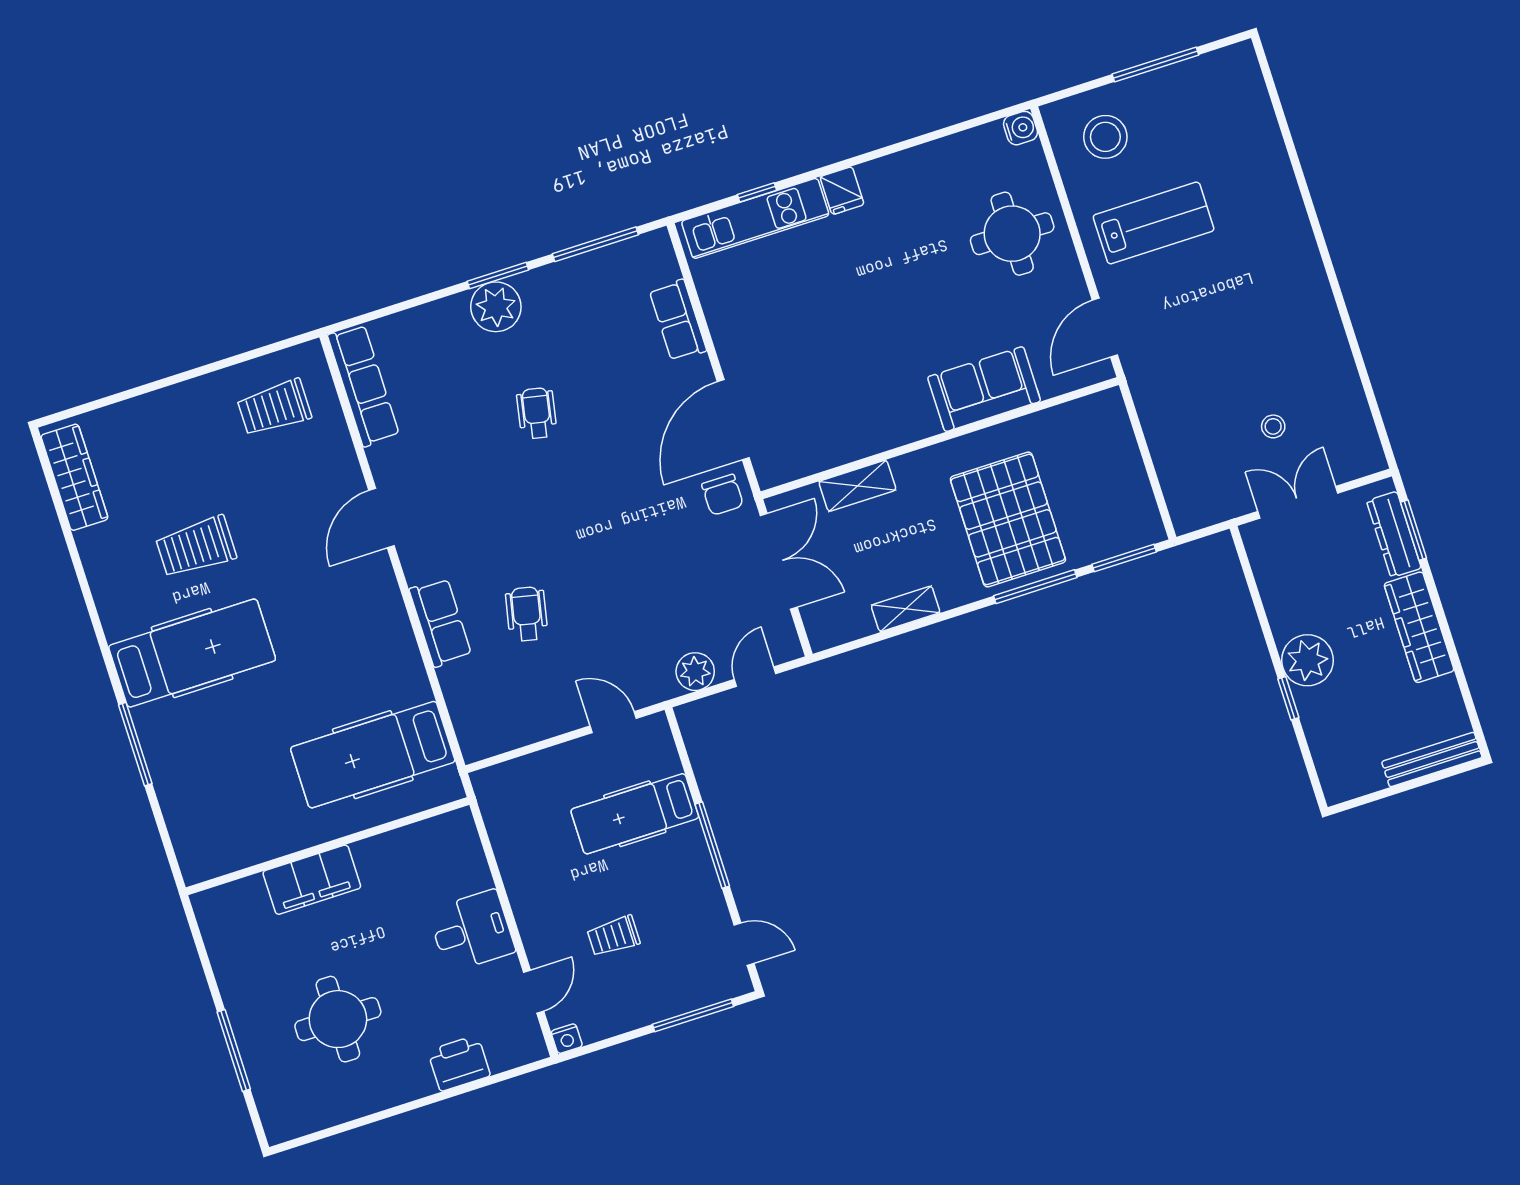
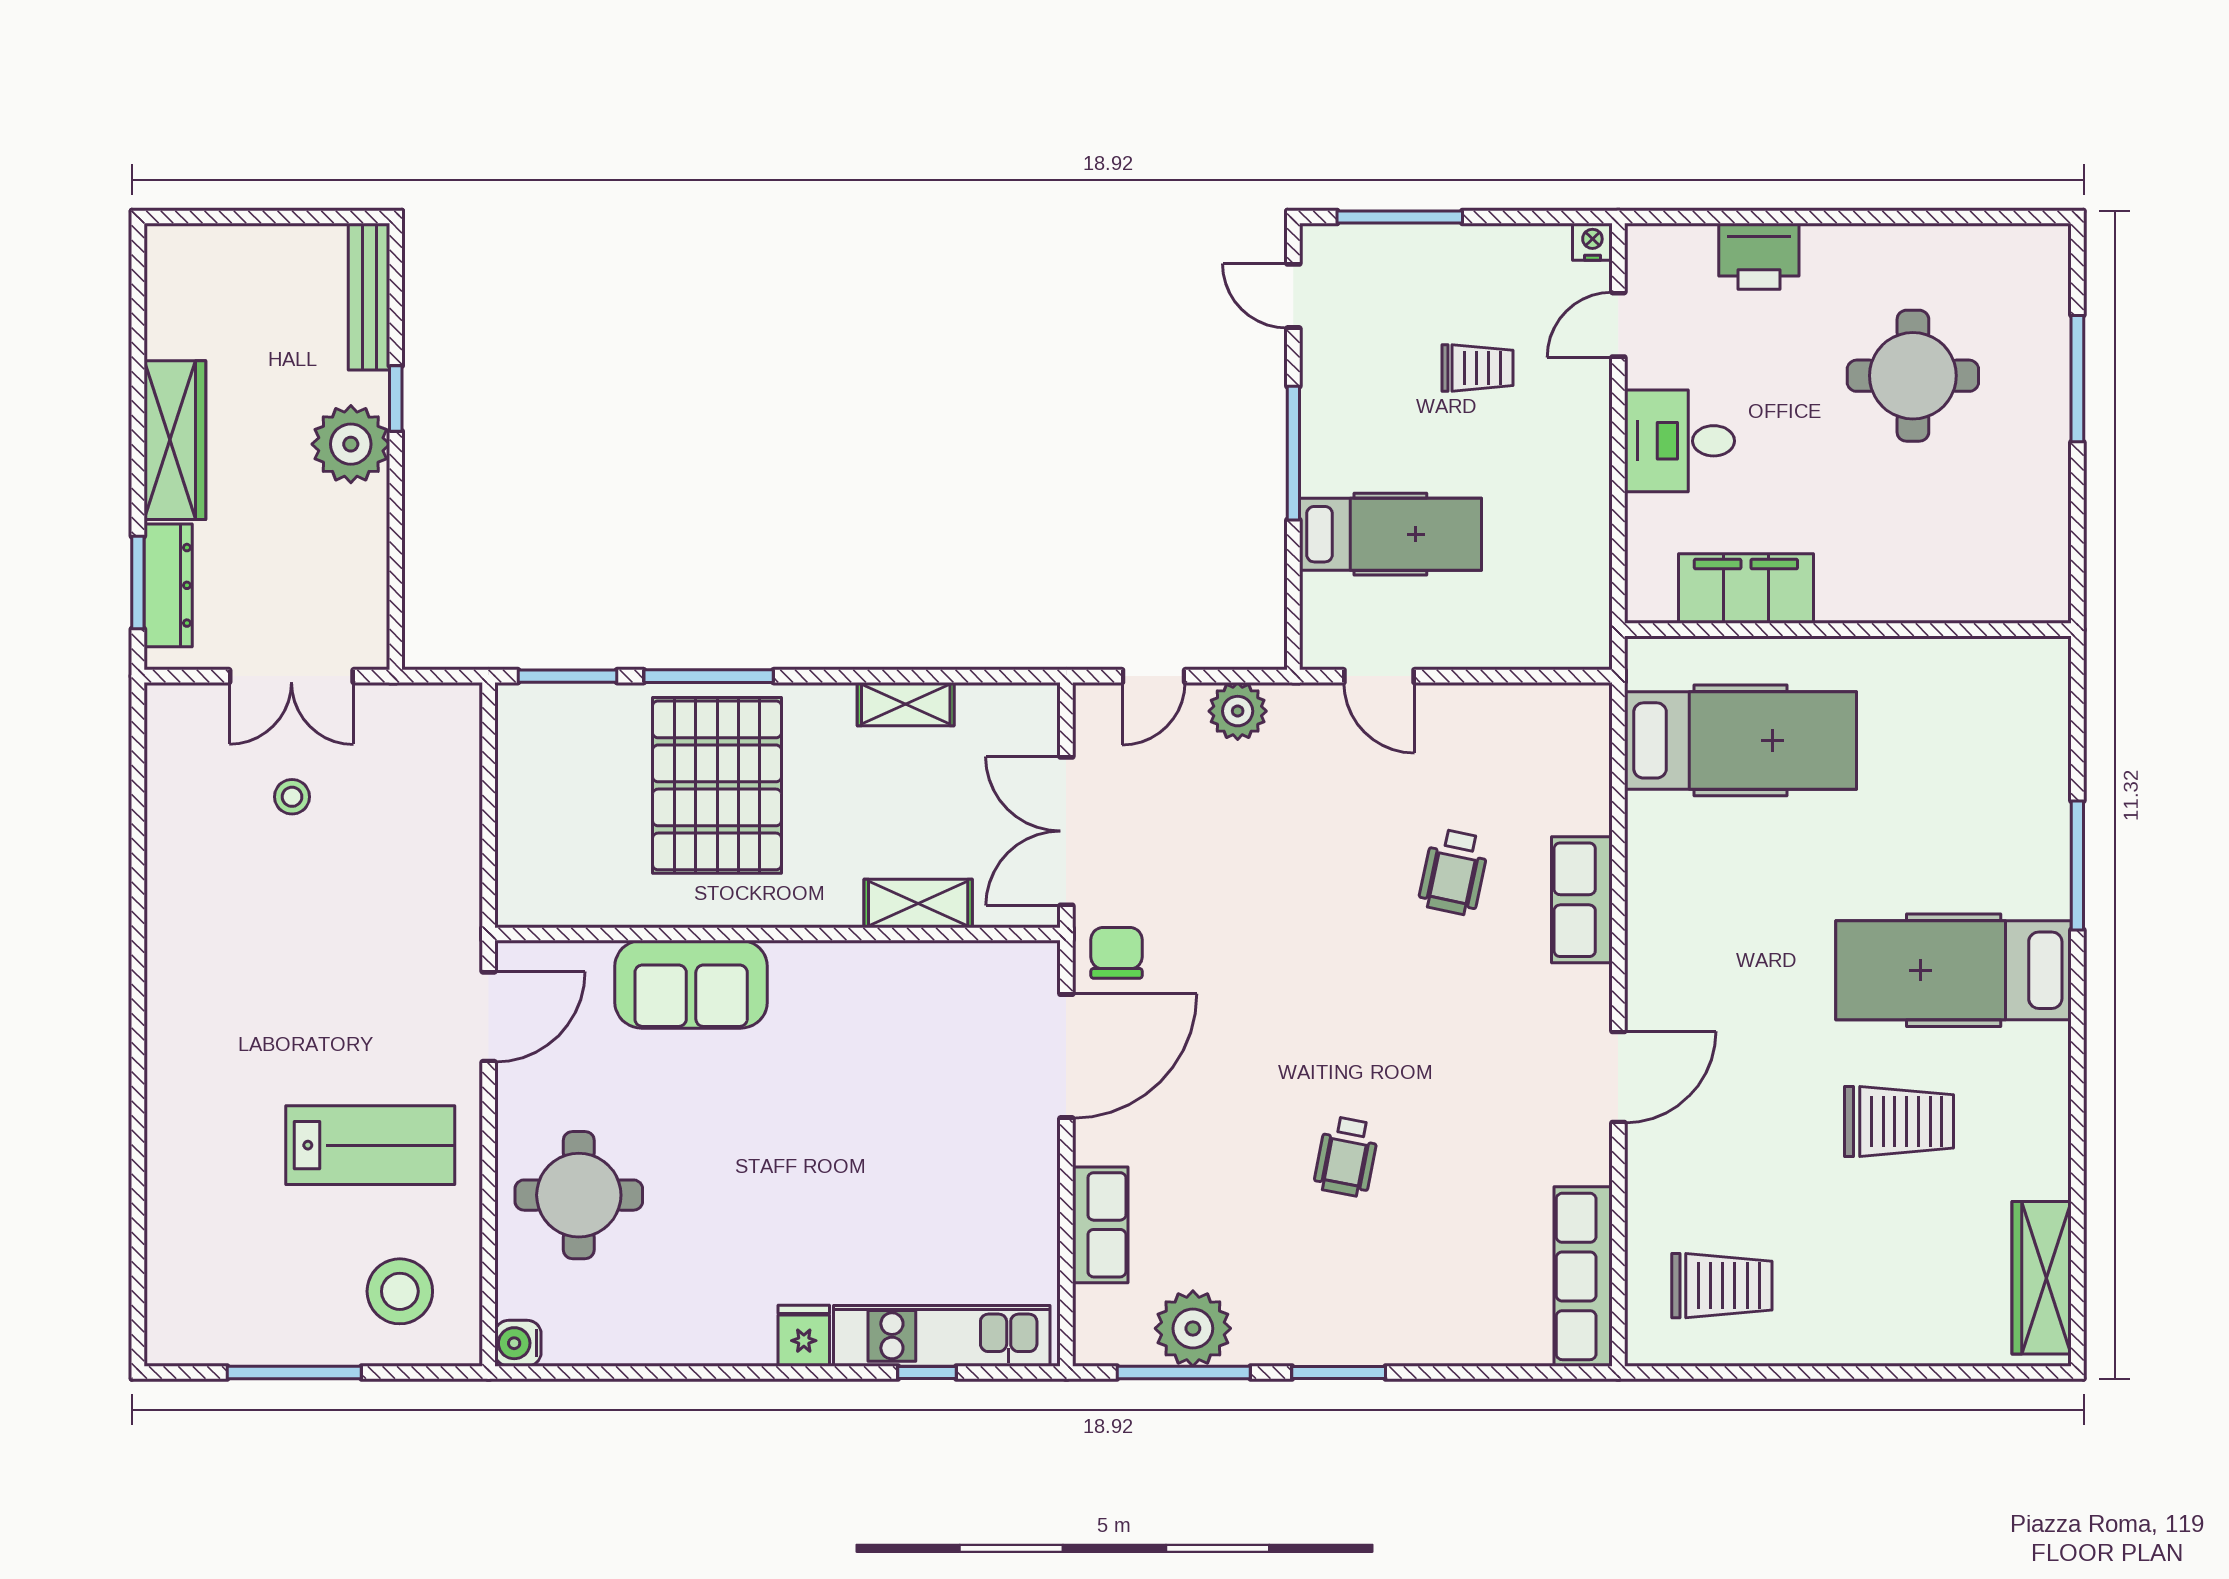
lab bench: (1154, 223) -> (370, 1145), turned 180
plant: (496, 307) -> (1193, 1328), moved
bench: (1432, 760) -> (369, 297), moved, turned 90
filing cabinet: (312, 880) -> (1746, 589), moved

